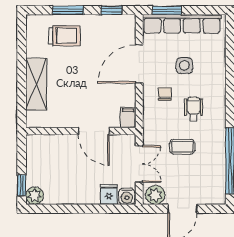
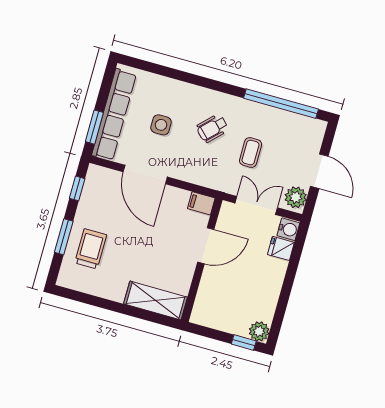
shelving: (36, 84) -> (155, 301), moved
chair: (165, 94) -> (186, 155), removed
wheelchair: (193, 109) -> (212, 128), turned -45

